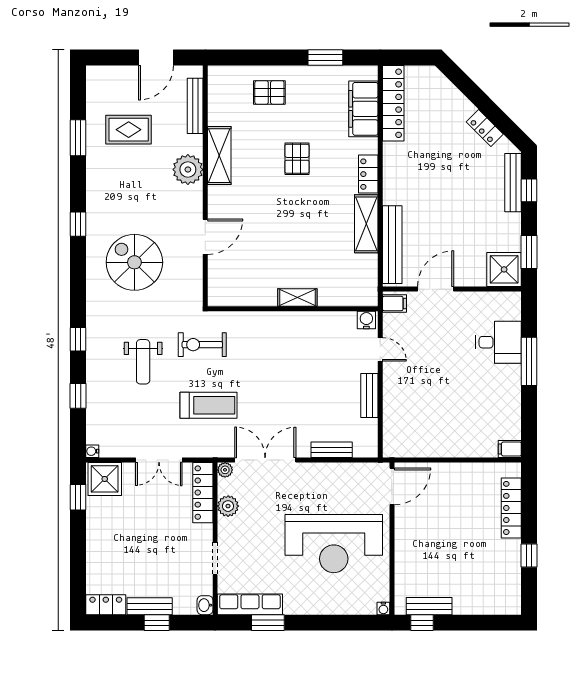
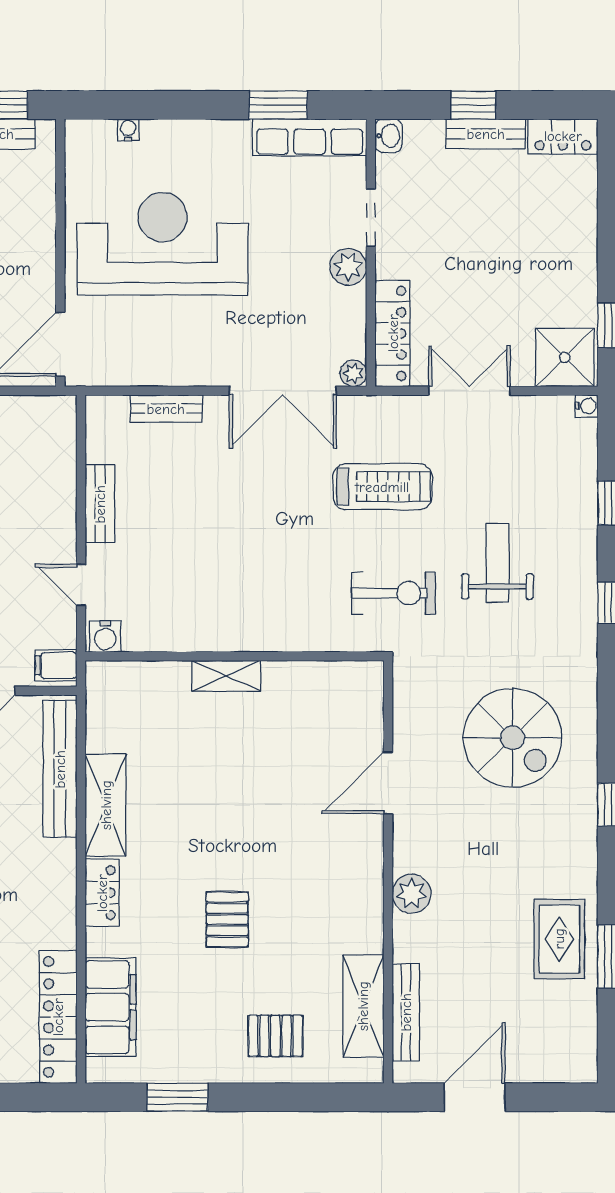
rug: (129, 130) -> (559, 939), moved, turned 90
shelving: (219, 156) -> (363, 1006), moved
plant: (188, 170) -> (412, 894), width x0.73, depth x0.73
treadmill: (208, 405) -> (382, 487), turned 180
plant: (228, 506) -> (348, 267), moved
water cooler: (383, 608) -> (128, 130), moved

